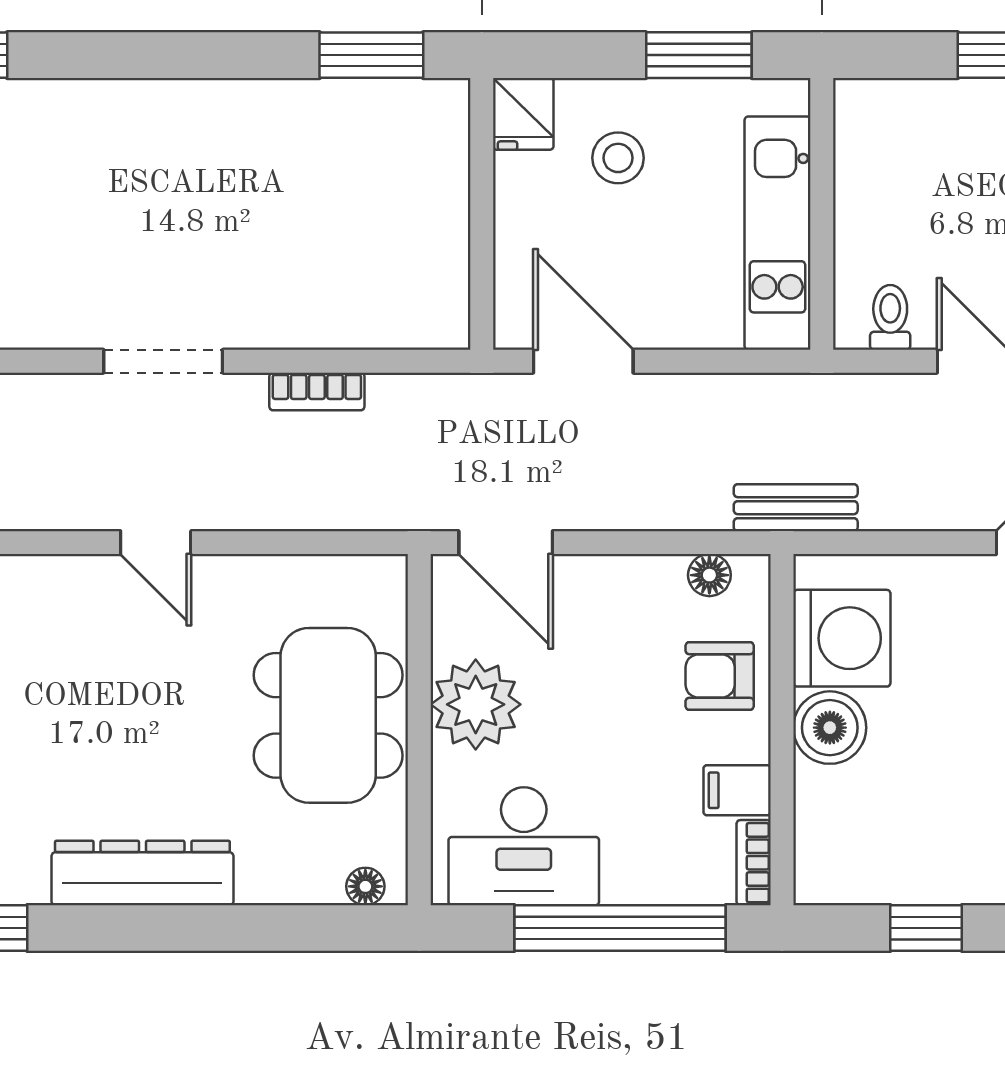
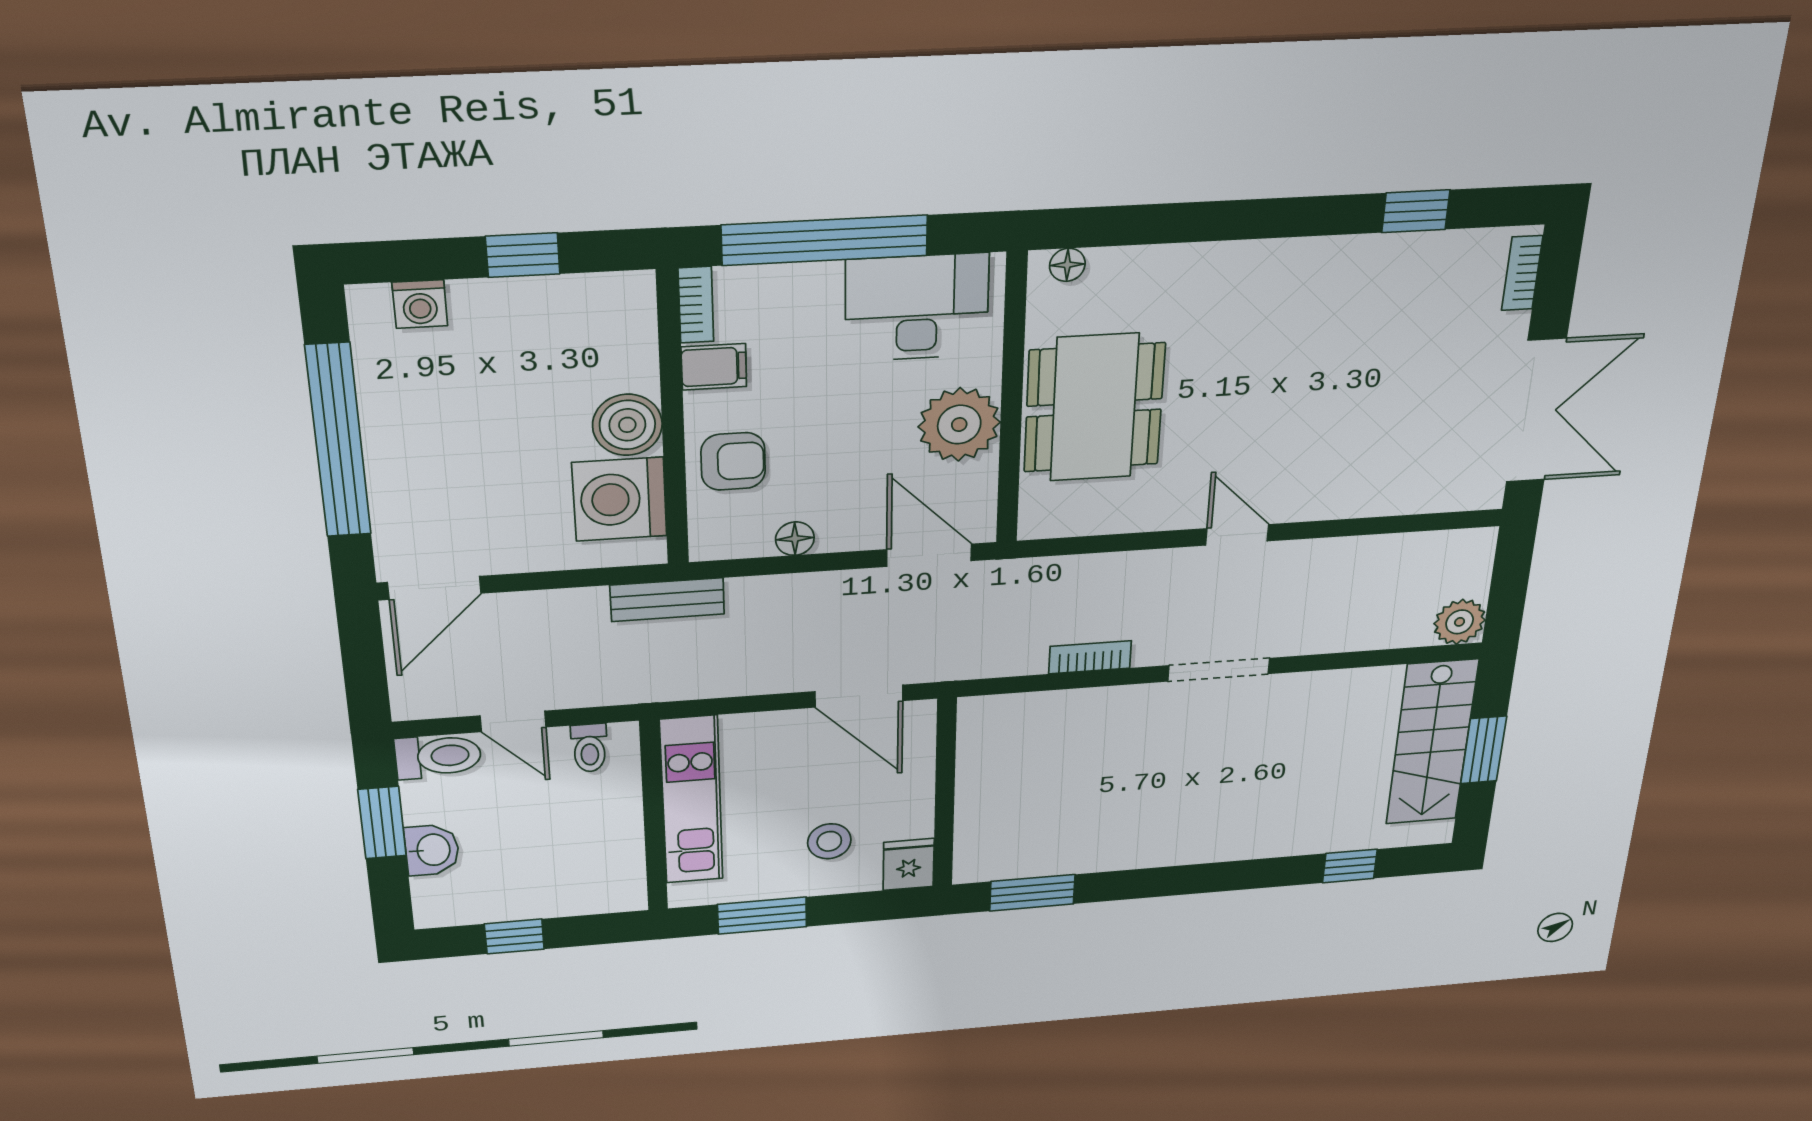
floor lamp: (709, 575) -> (795, 539), moved
dresser: (142, 873) -> (1273, 266), removed

